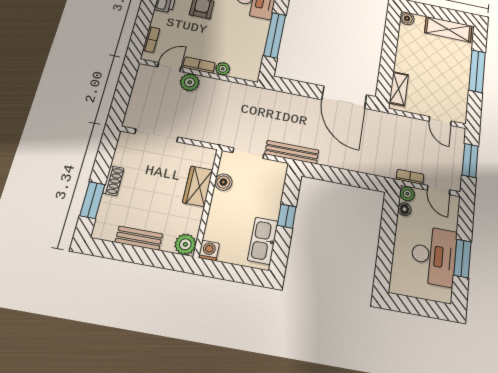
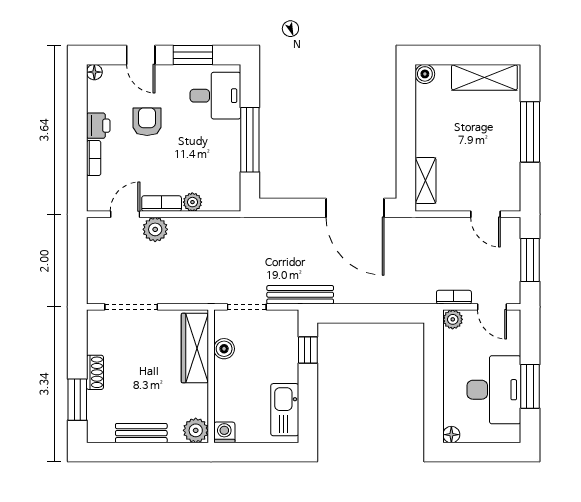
bookcase: (151, 39) -> (94, 158), moved
wardrobe: (198, 186) -> (195, 348), width x1.50
floor lamp: (404, 209) -> (451, 435), moved
window: (287, 216) -> (308, 350), moved

